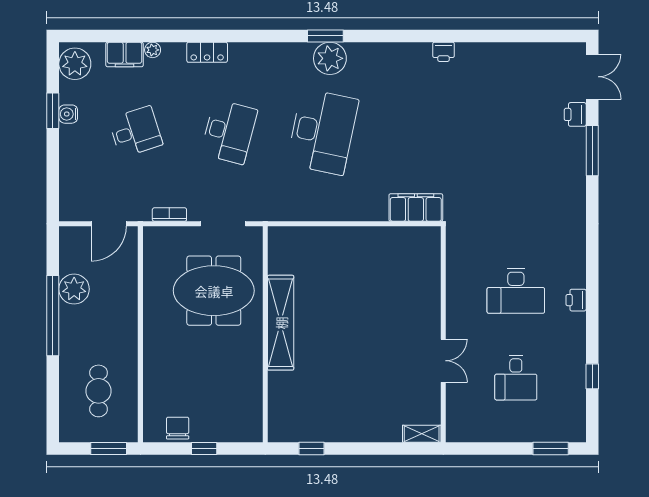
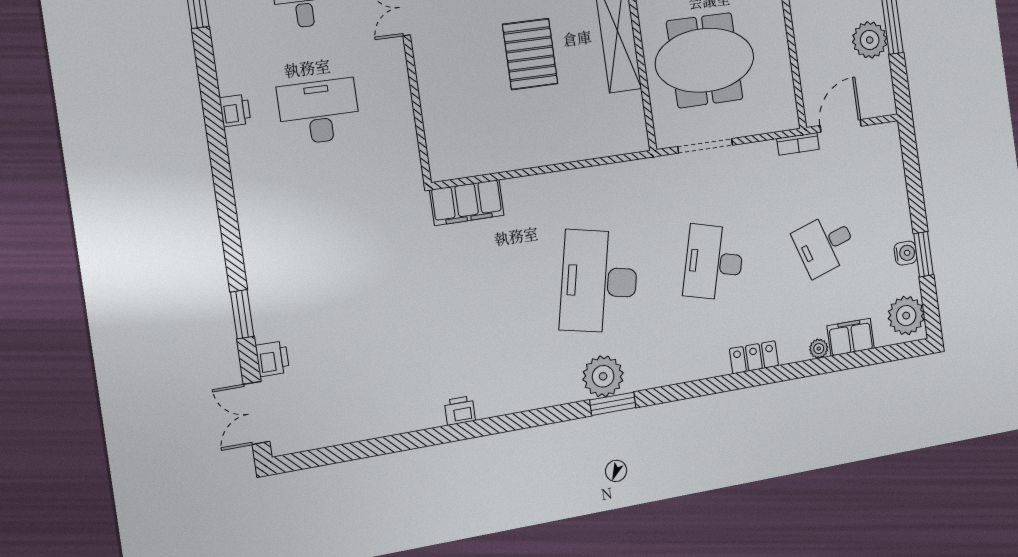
window: (592, 151) -> (242, 314), width x0.69
bookcase: (169, 215) -> (798, 144), moved
pallet: (351, 313) -> (530, 54), added

